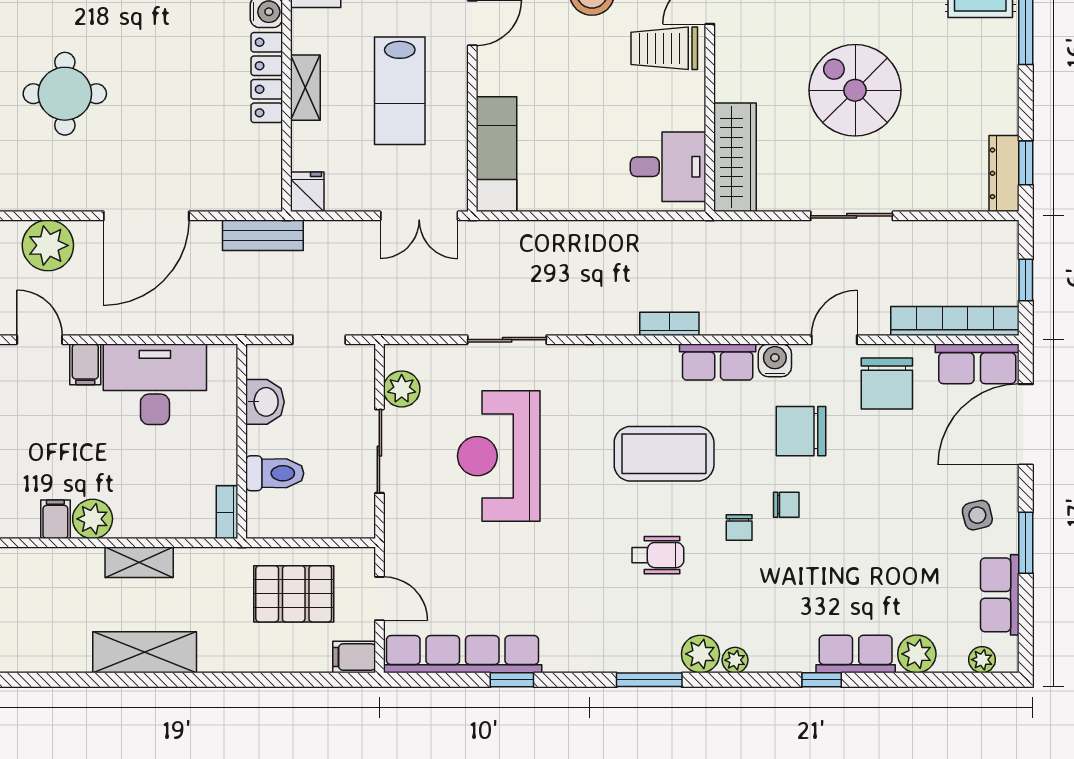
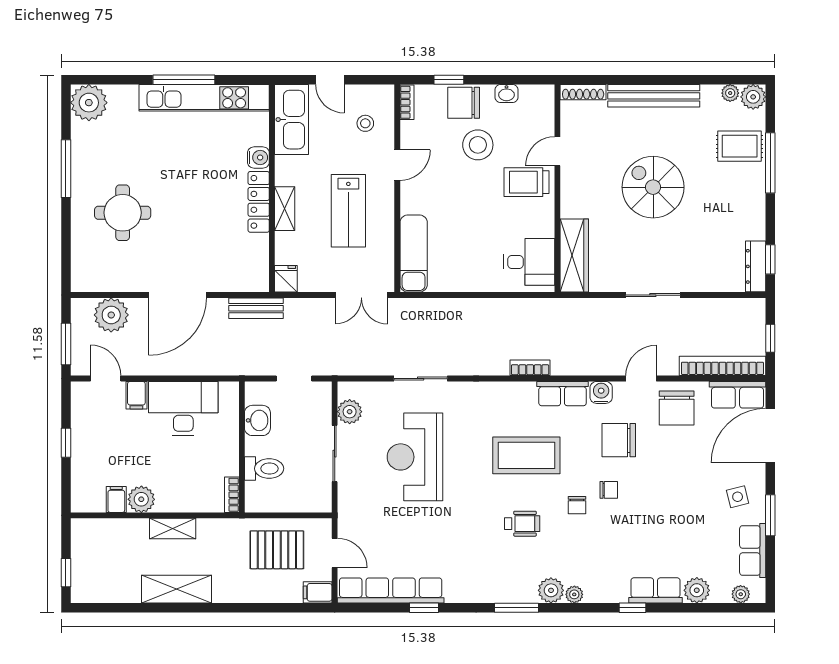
spiral stairs: (855, 90) -> (653, 187), moved

